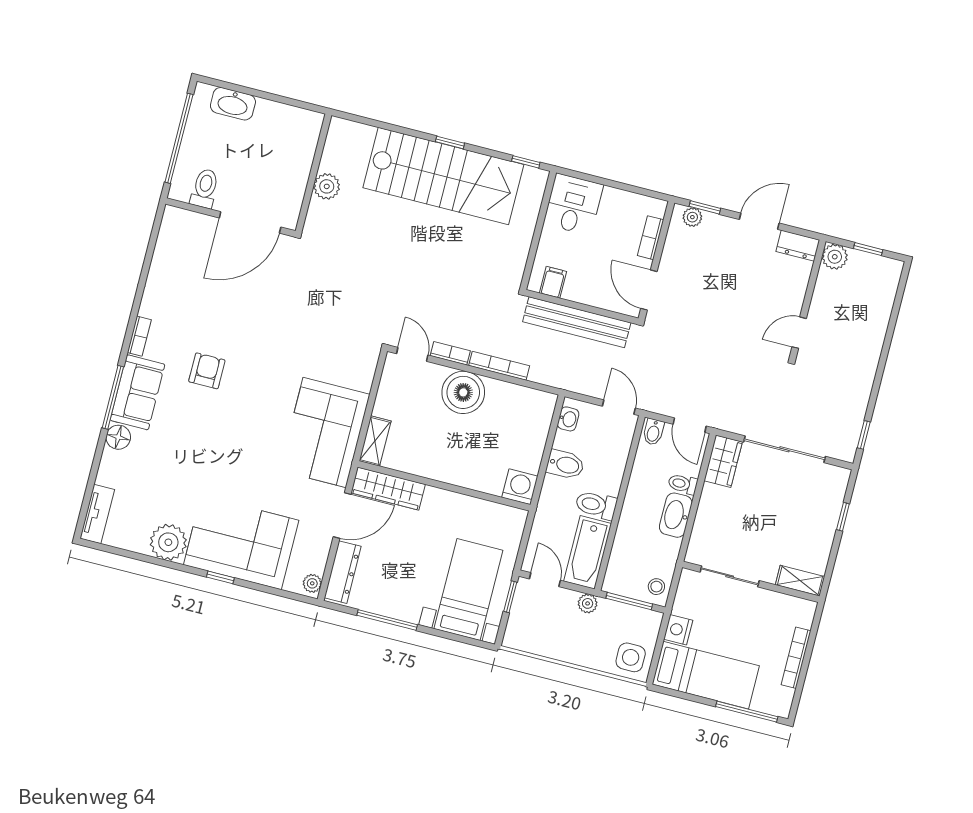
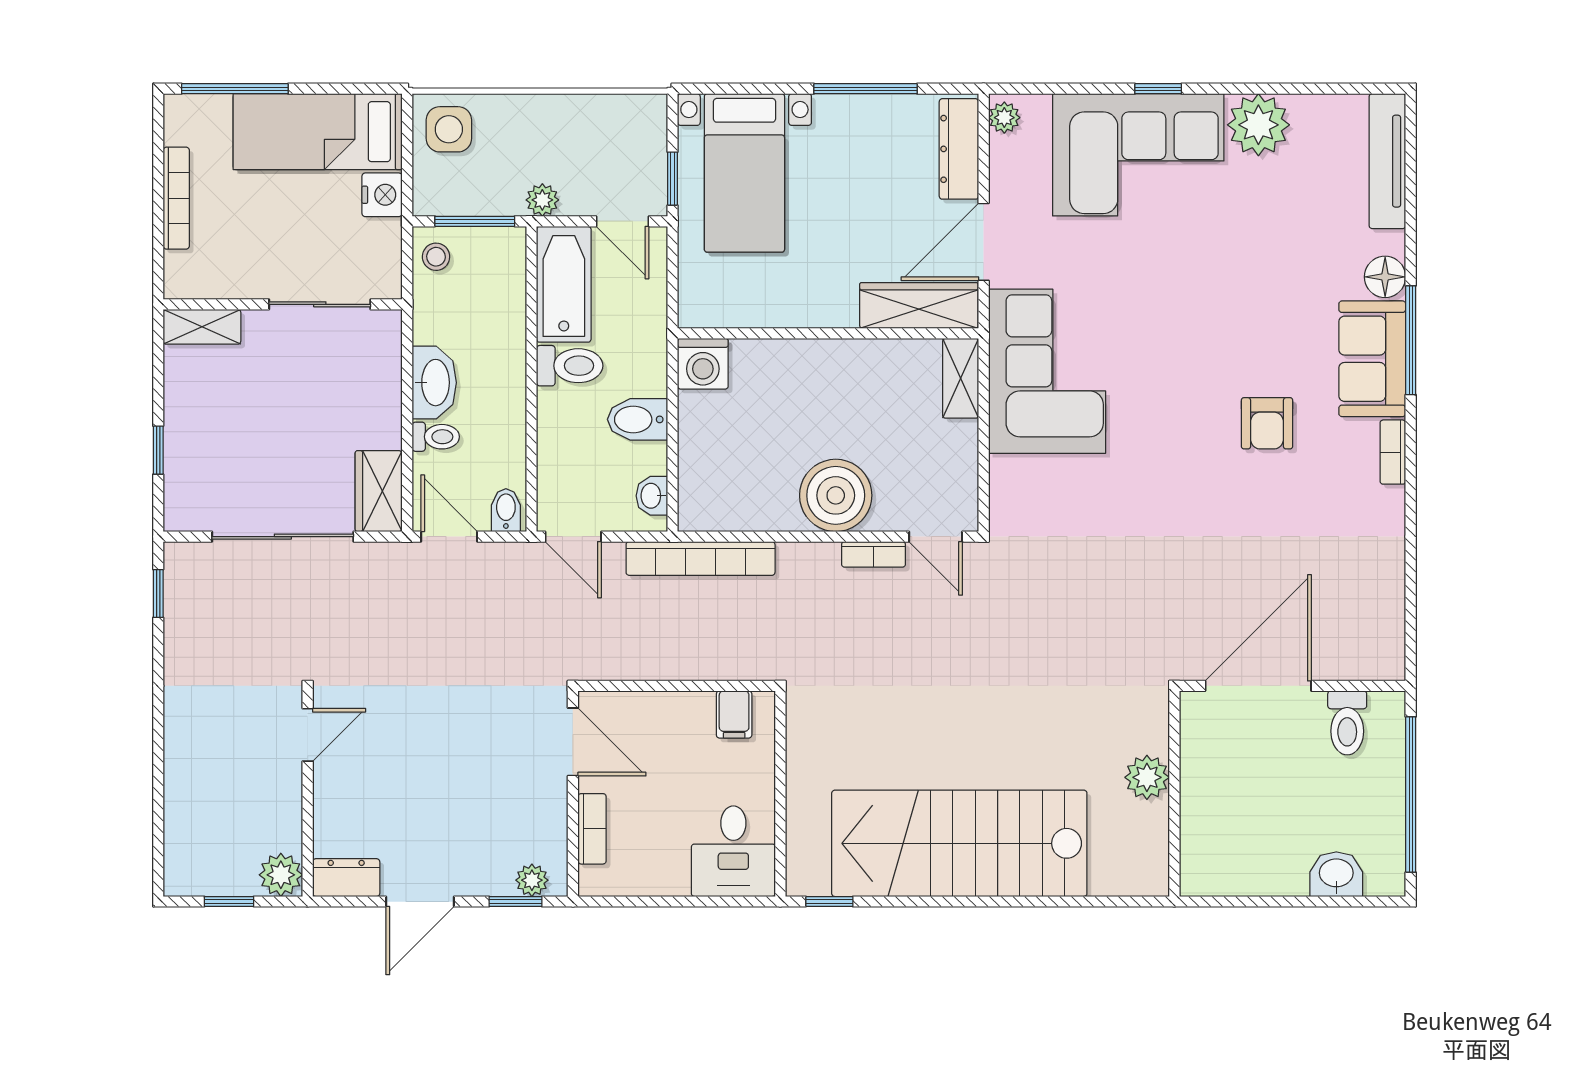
washbasin: (233, 104) -> (1336, 874), width x0.72
window: (450, 142) -> (963, 902), removed
bench: (577, 322) -> (678, 659), removed
bookcase: (499, 366) -> (701, 558), moved, width x1.48, depth x1.31
tv unit: (97, 514) -> (1387, 161), width x1.41

